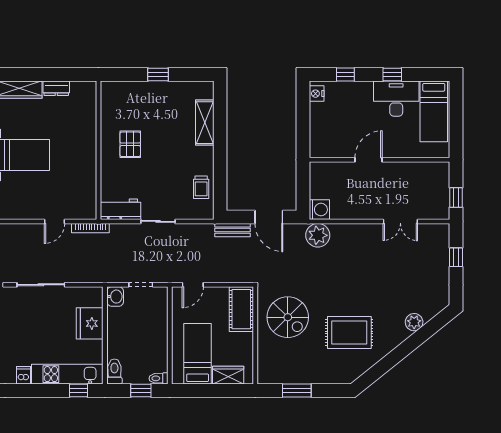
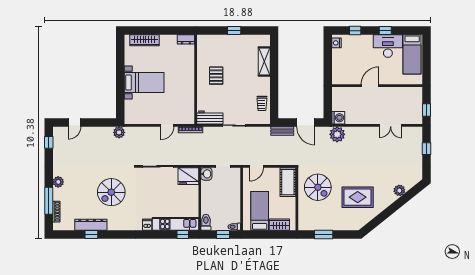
dresser: (56, 88) -> (186, 39), moved
fridge: (90, 323) -> (188, 176), moved, turned -90

